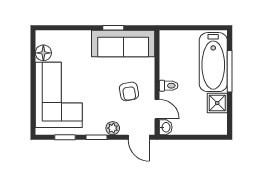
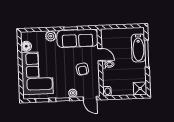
plant: (82, 38) -> (51, 36), added
bathtub: (213, 62) -> (138, 48), width x0.73, depth x0.73
shower: (217, 103) -> (140, 88), moved
door: (157, 109) -> (100, 55), moved

